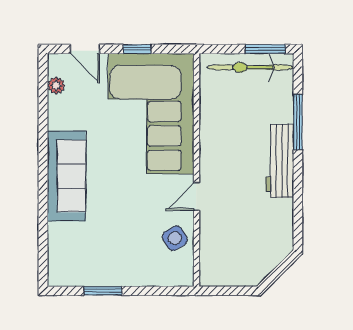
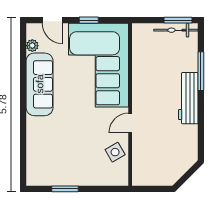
bicycle: (250, 67) -> (176, 30), width x0.73, depth x0.71
sofa: (67, 176) -> (40, 84), moved

